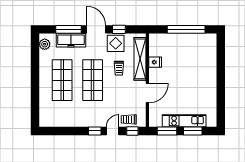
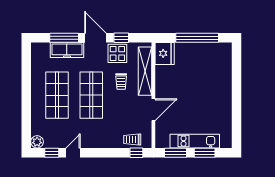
plant: (45, 44) -> (37, 142), moved
fridge: (155, 62) -> (165, 53), moved, width x1.88, depth x1.34
window: (95, 131) -> (52, 153), moved
door: (113, 131) -> (73, 153), moved

